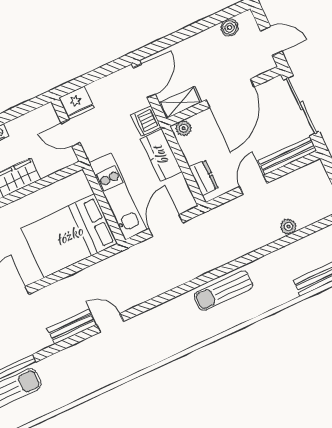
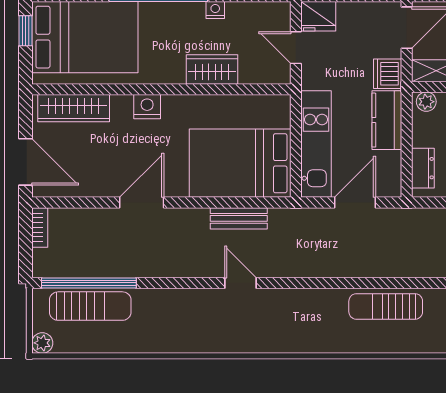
bench: (72, 327) -> (239, 218), moved

